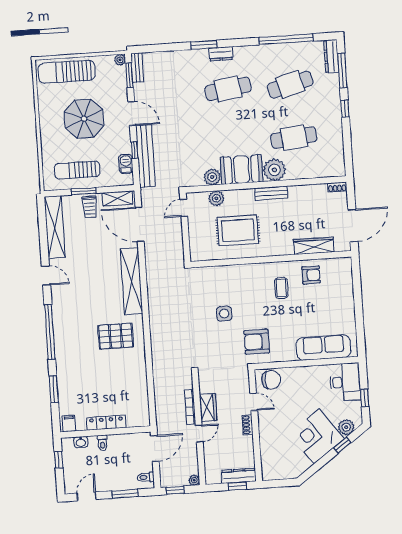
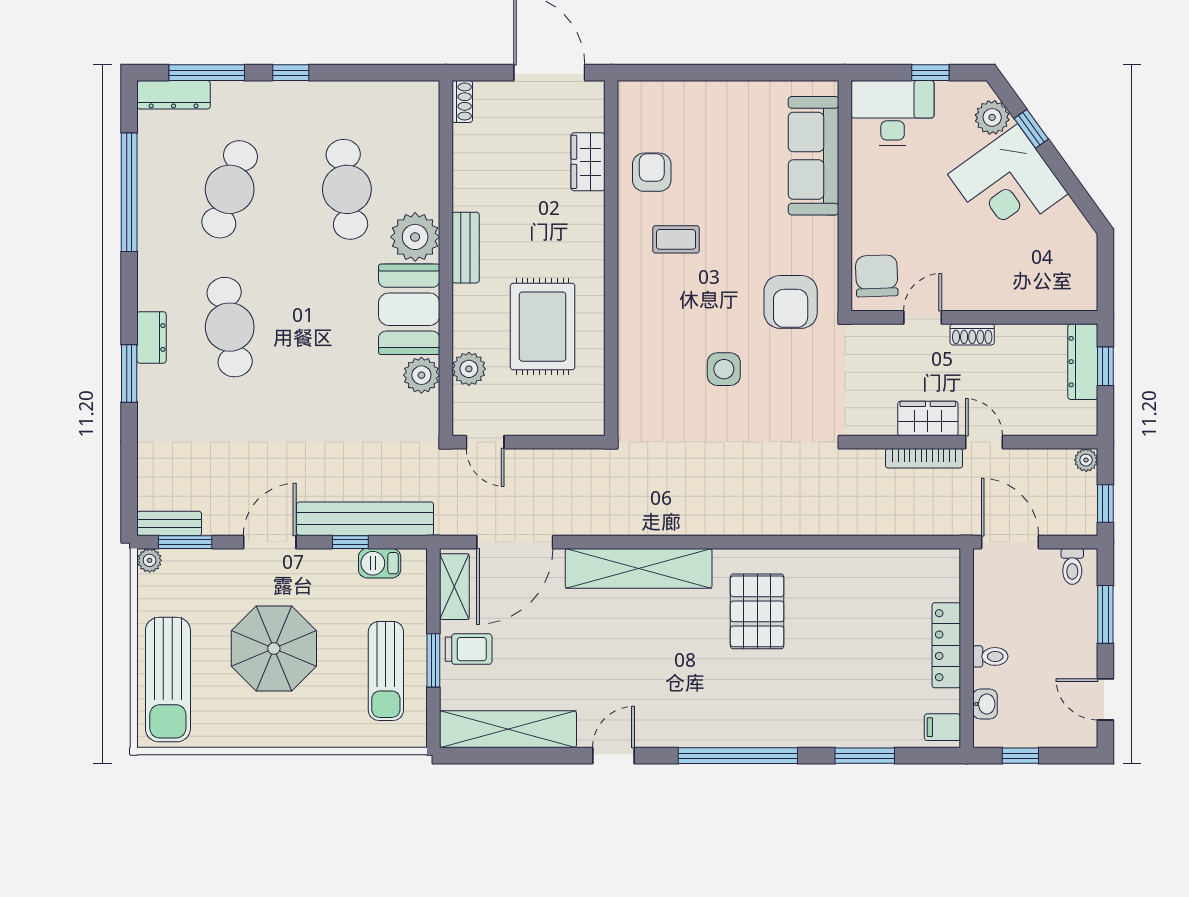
cafe table: (290, 85) -> (230, 189), turned 33
wardrobe: (314, 246) -> (588, 162), width x0.67

